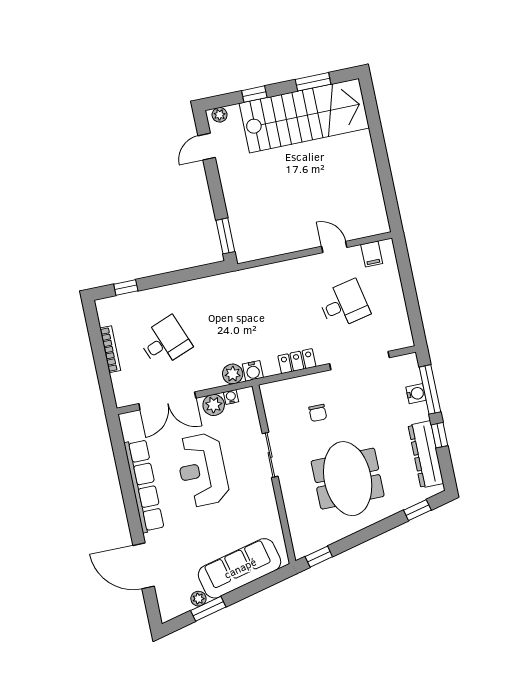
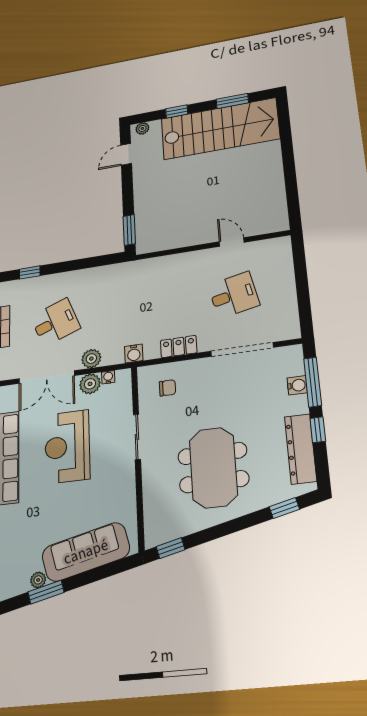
filing cabinet: (372, 254) -> (268, 249), removed
plant: (233, 374) -> (91, 359), moved
chair: (318, 413) -> (167, 388), moved, turned -90

